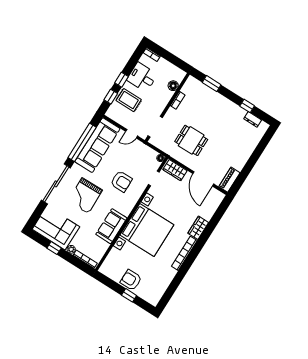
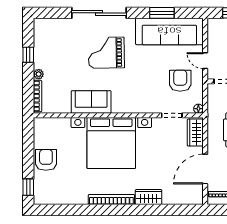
window: (82, 142) -> (162, 13), width x0.47
armchair: (121, 181) -> (180, 81), moved, turned 180
corner sofa: (56, 228) -> (51, 43), removed
window: (129, 295) -> (28, 187), moved

